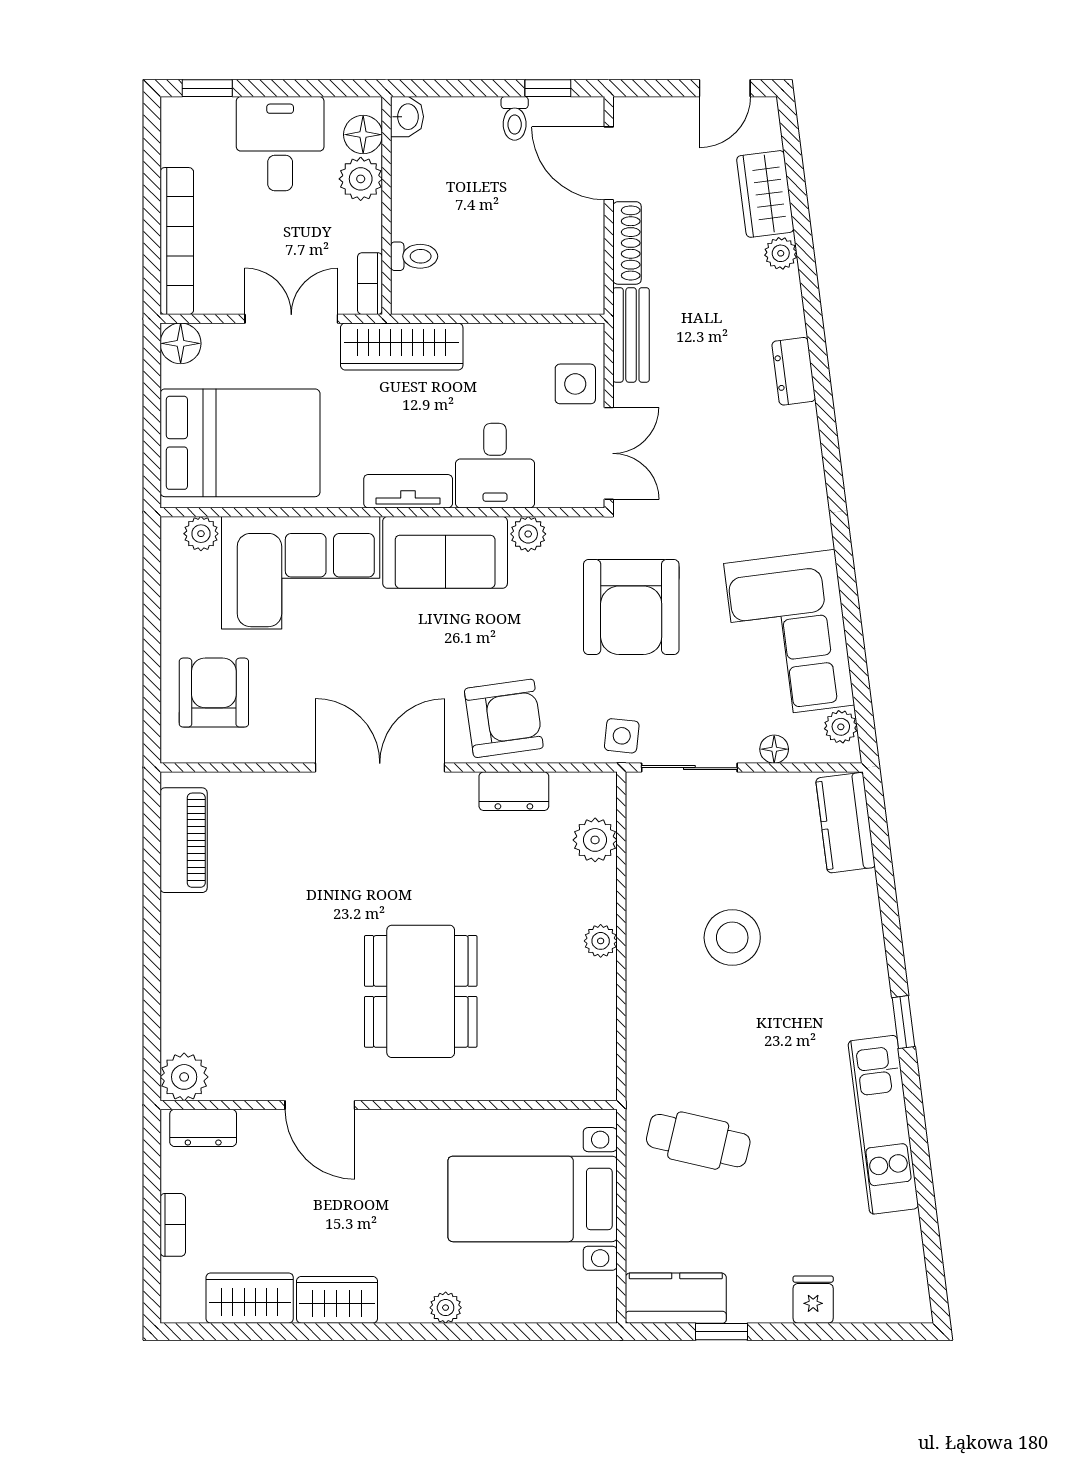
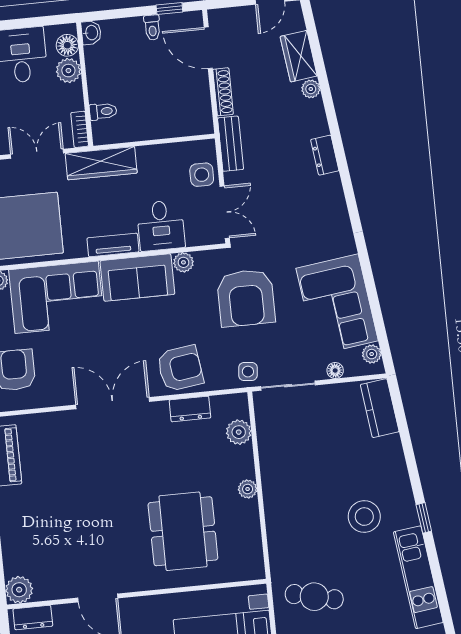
stool: (732, 938) -> (364, 517), moved
dining table: (421, 991) -> (183, 531), moved

